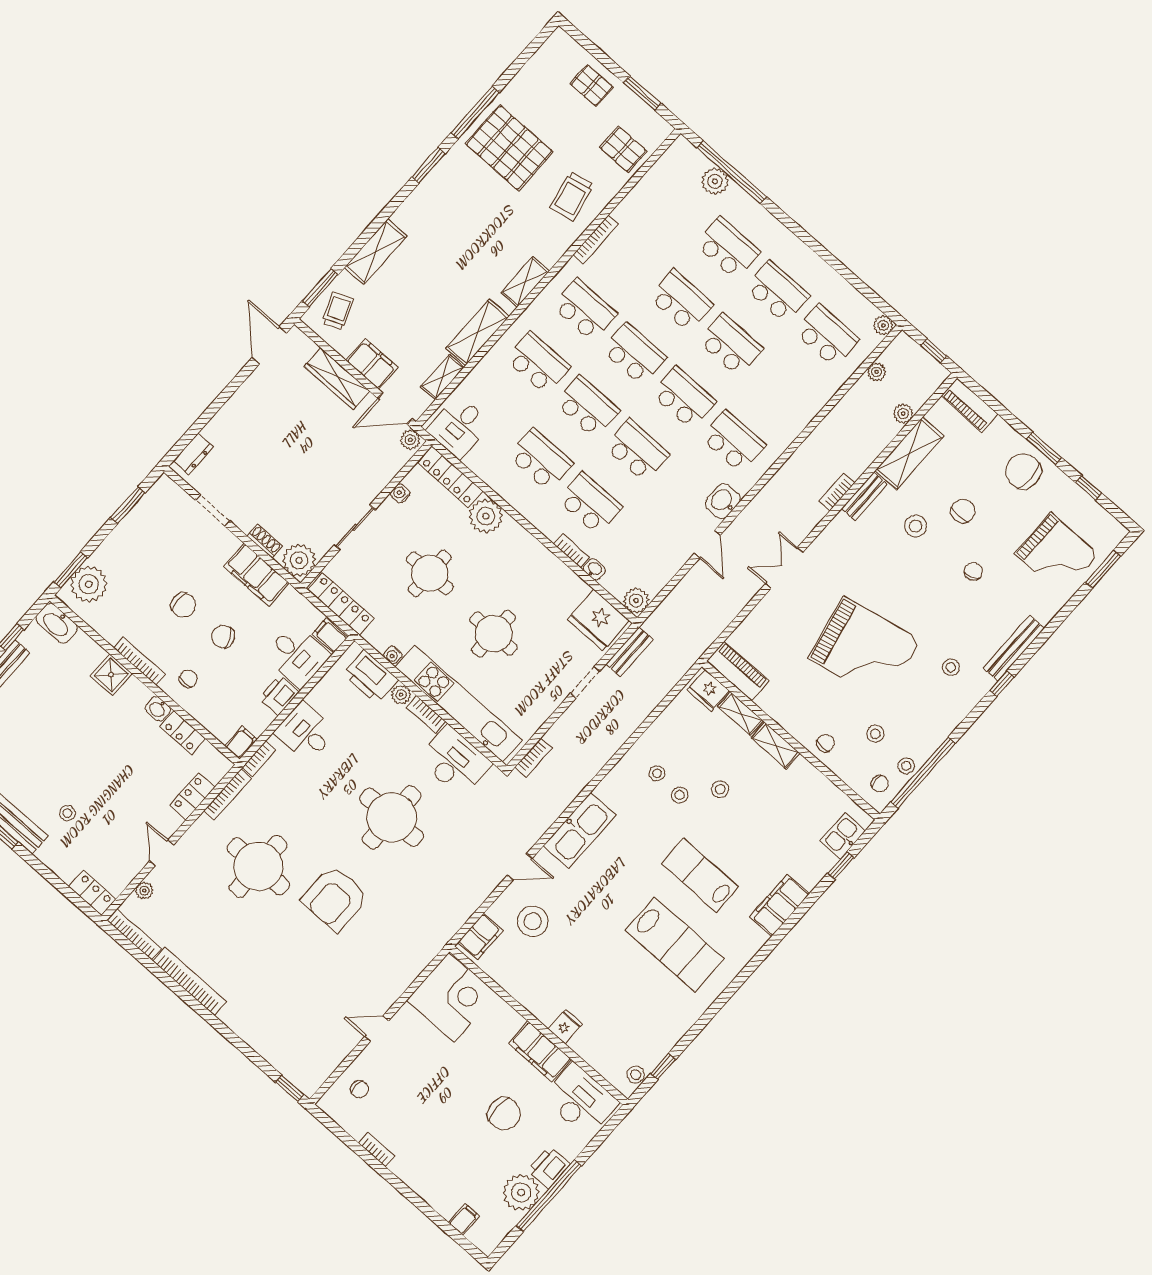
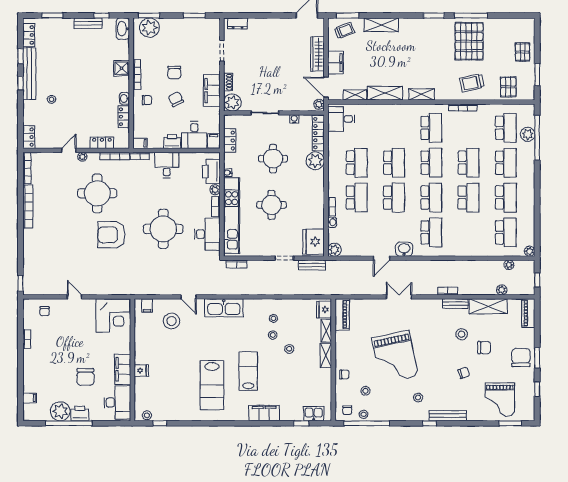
school desk: (538, 363) -> (506, 128), moved
locker: (341, 604) -> (230, 140), width x0.66
plant: (144, 891) -> (82, 157), moved
filing cabinet: (480, 936) -> (147, 306), width x0.50

